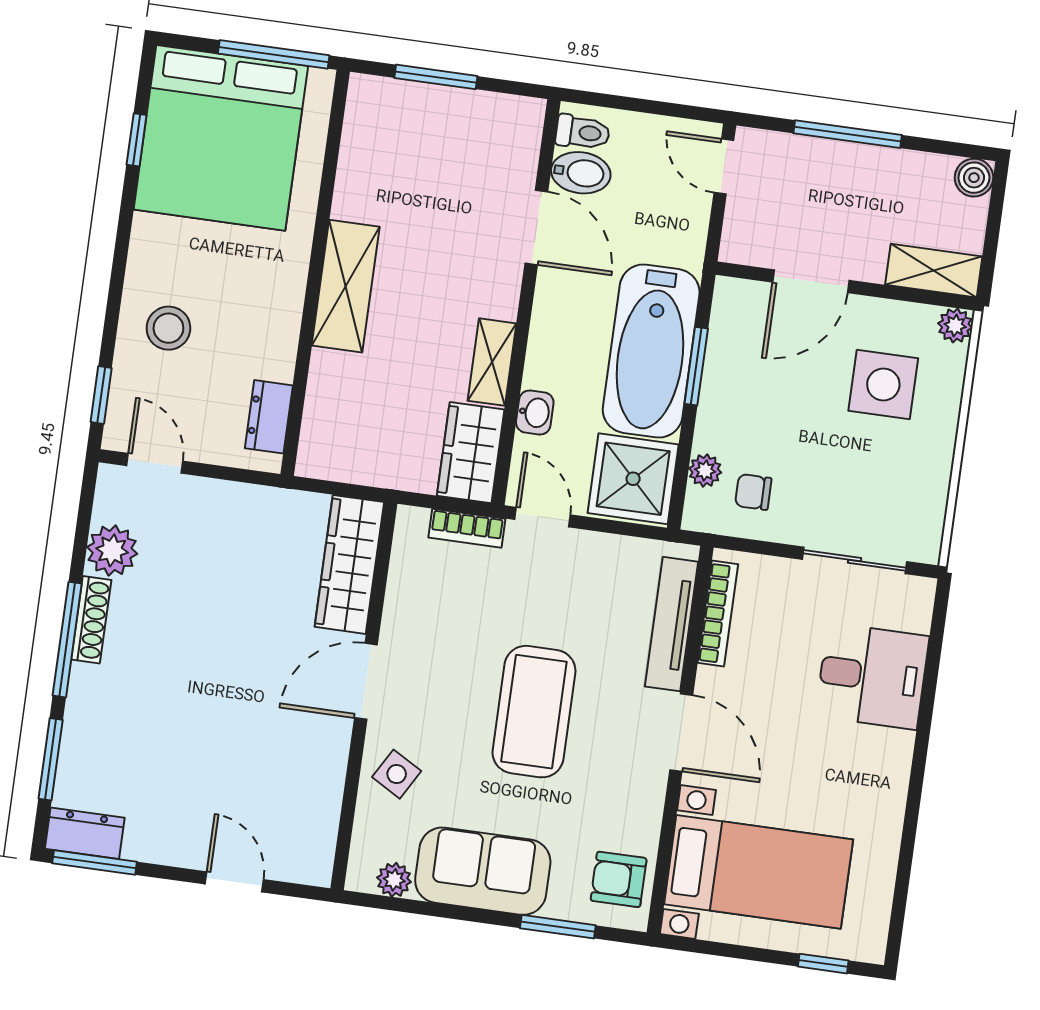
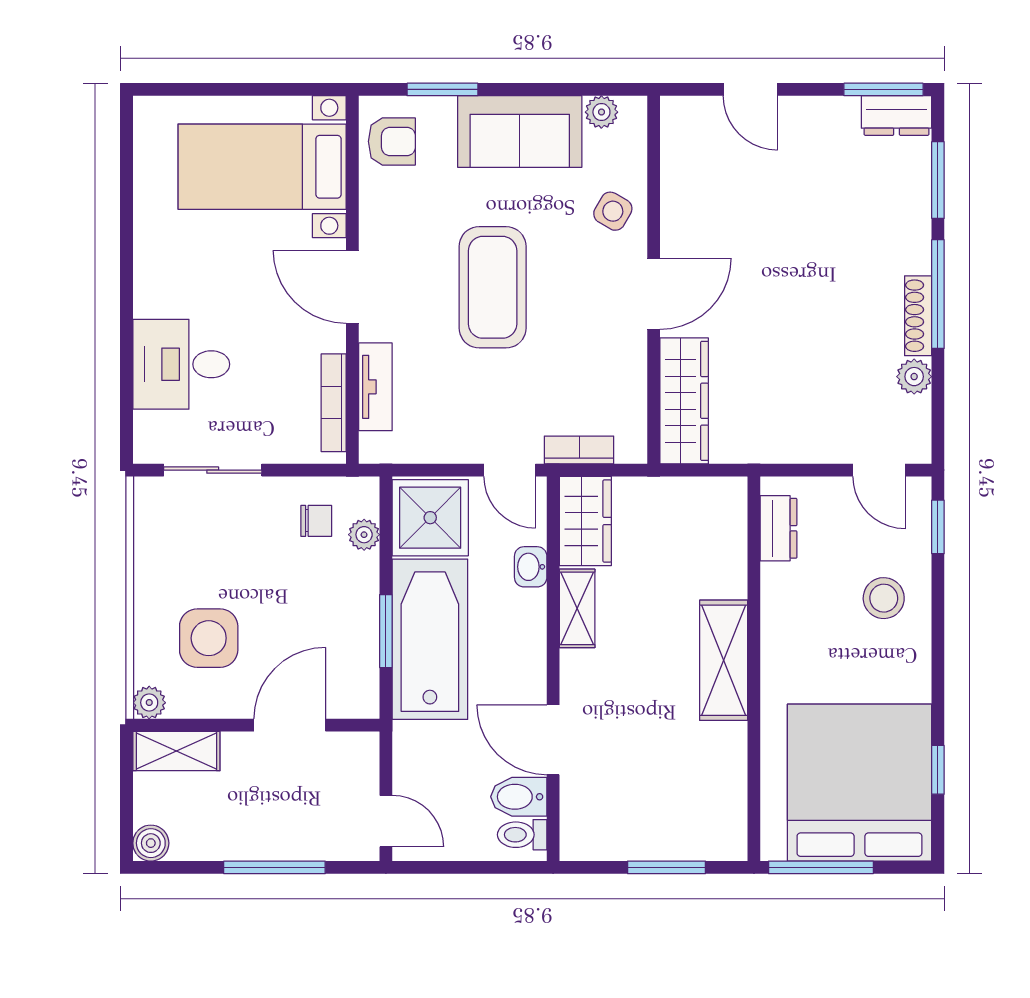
plant: (112, 550) -> (914, 377), width x0.73, depth x0.73
tv unit: (672, 624) -> (375, 387), width x0.71
window: (823, 964) -> (190, 89), removed

